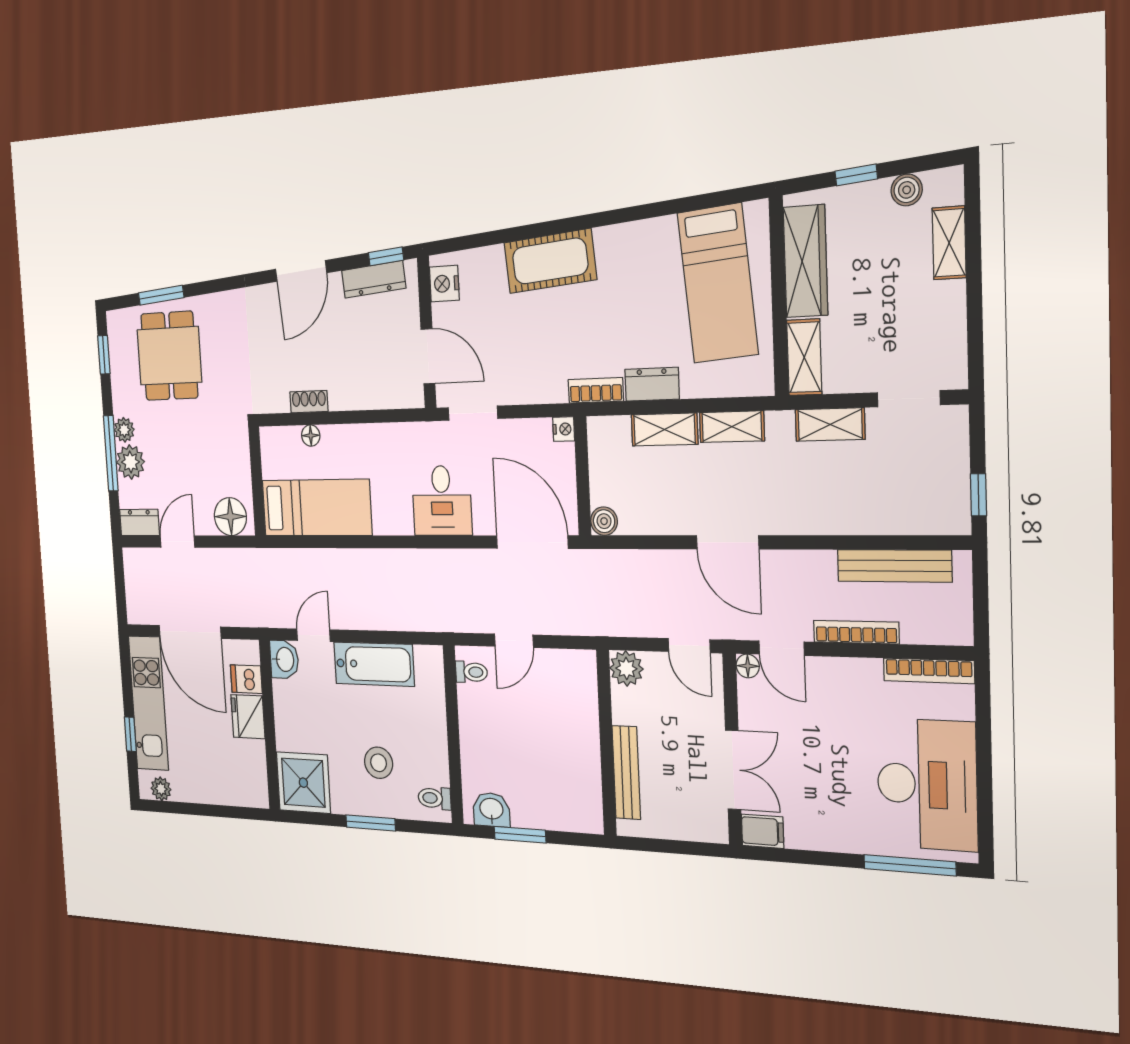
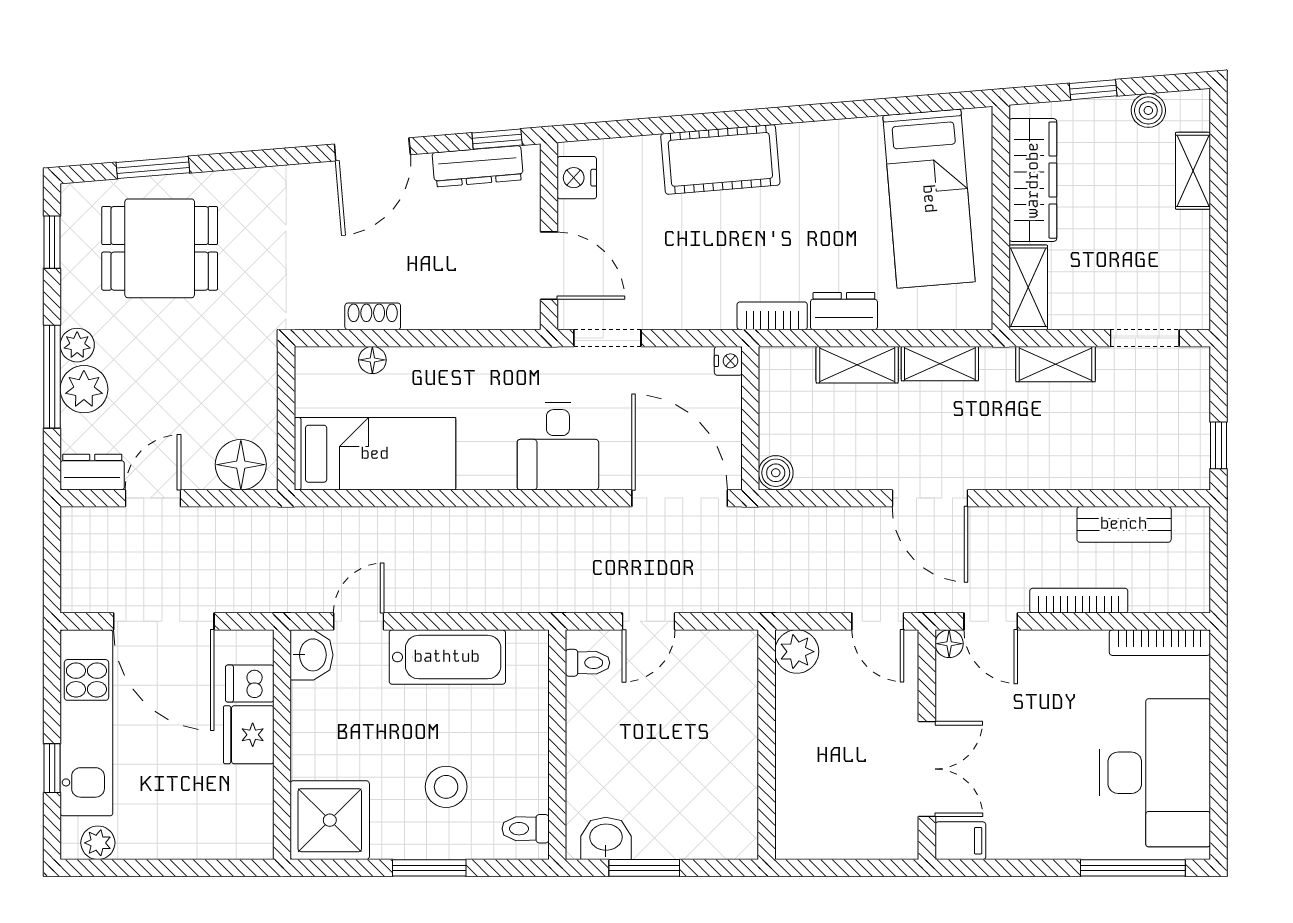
dining table: (169, 356) -> (160, 248), turned 90
bench: (894, 566) -> (1124, 524), width x0.73
bench: (626, 773) -> (791, 780), removed

